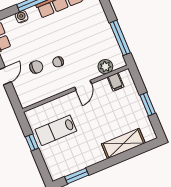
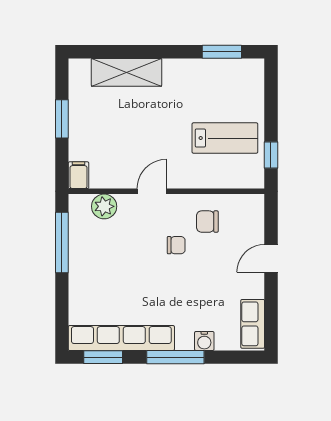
chair: (36, 67) -> (207, 222), moved
filing cabinet: (116, 82) -> (79, 175), moved
window: (32, 142) -> (271, 155), moved

